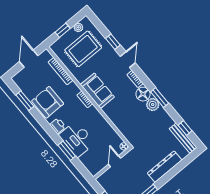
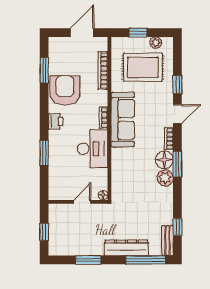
sofa: (97, 91) -> (123, 120), width x1.36
window: (160, 98) -> (177, 164), moved
bench: (183, 138) -> (167, 241), width x0.73
desk: (77, 139) -> (93, 149), moved, turned 180
window: (182, 164) -> (145, 260), added

